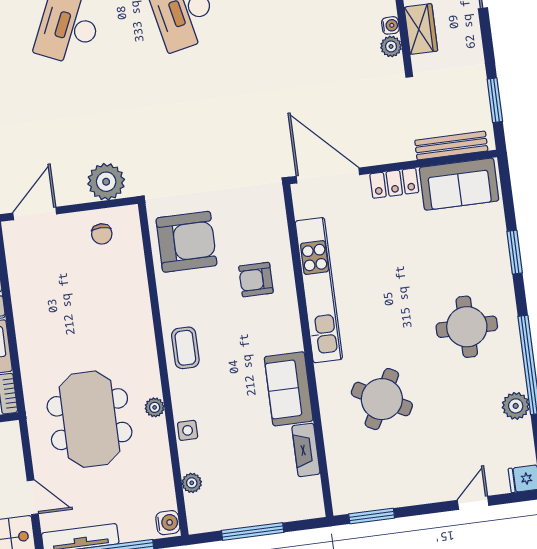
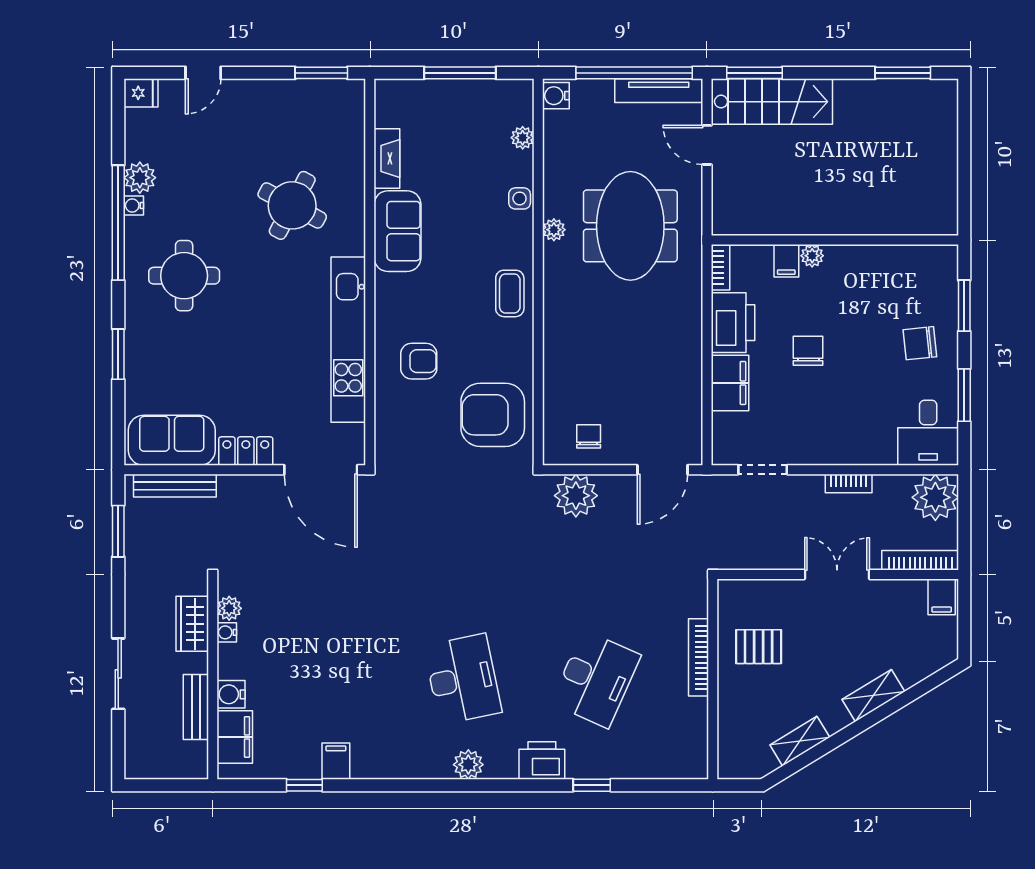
water cooler: (518, 381) -> (134, 205), added

